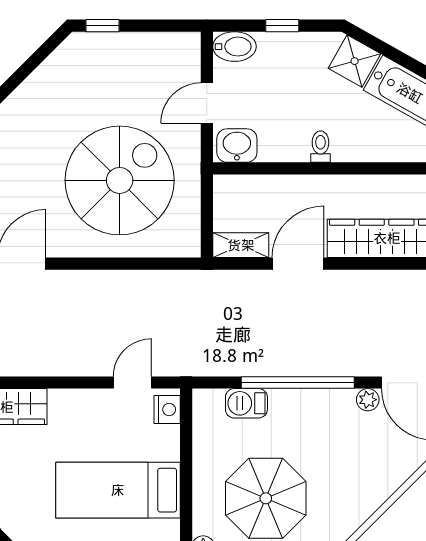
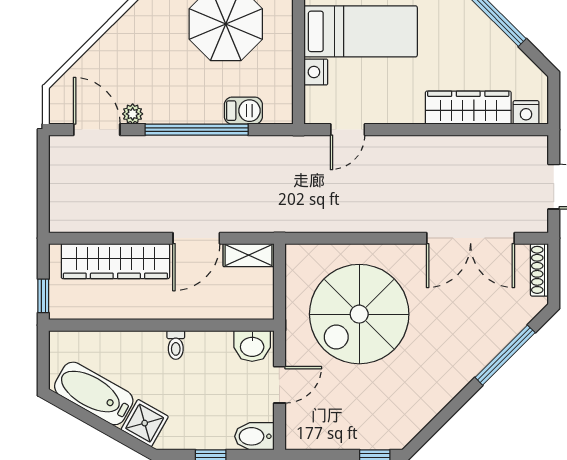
nightstand: (167, 409) -> (316, 72), moved

